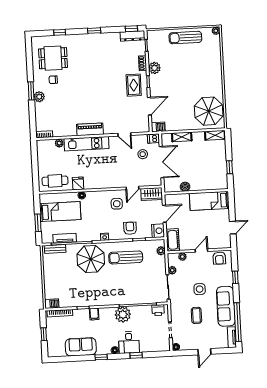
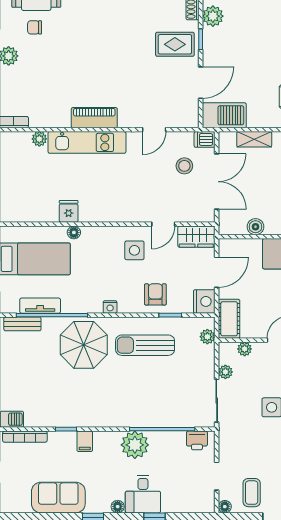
rug: (134, 85) -> (175, 44), turned 90
barbecue: (158, 127) -> (224, 115), width x1.88, depth x1.53
door: (124, 134) -> (154, 130), hinge flipped
cafe table: (55, 181) -> (28, 205), removed
coffee table: (196, 315) -> (252, 493), moved

